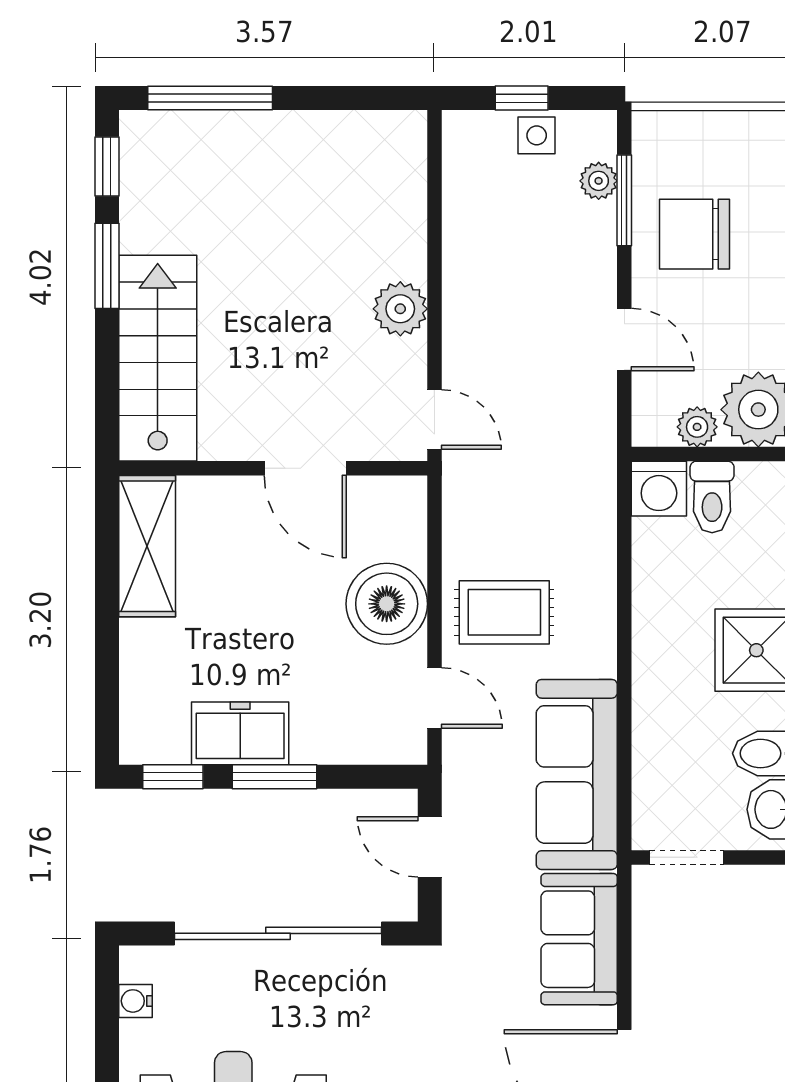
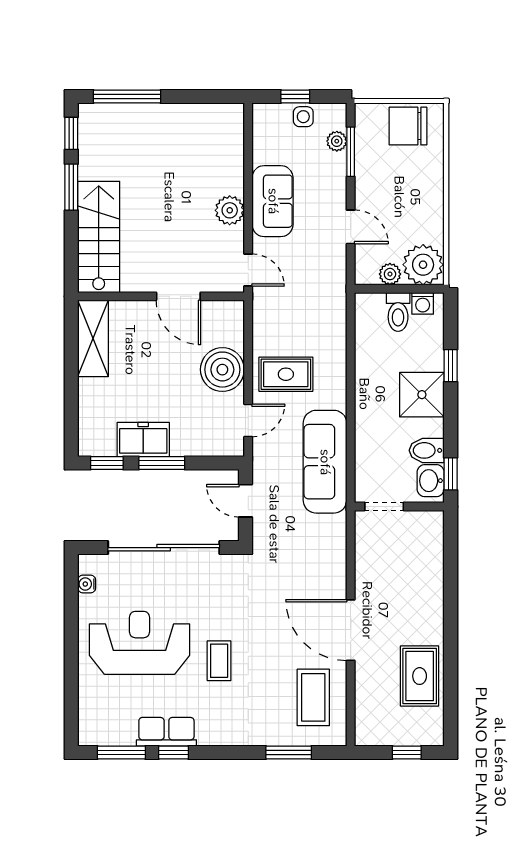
chair: (695, 234) -> (408, 126), moved
washing machine: (659, 489) -> (423, 303), moved, width x0.73, depth x0.73
door: (434, 698) -> (248, 420), hinge flipped
sofa: (579, 939) -> (273, 201), moved, turned 180

